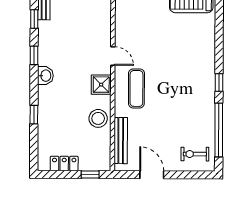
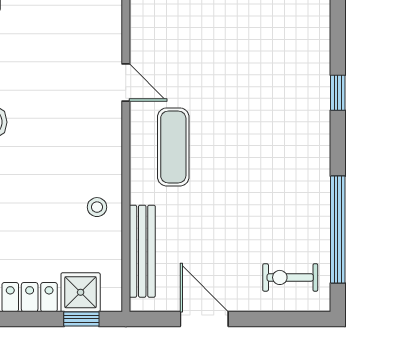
window: (219, 82) -> (338, 93), moved
shower: (101, 85) -> (81, 292), moved
stool: (98, 118) -> (97, 207), width x0.53, depth x0.53

